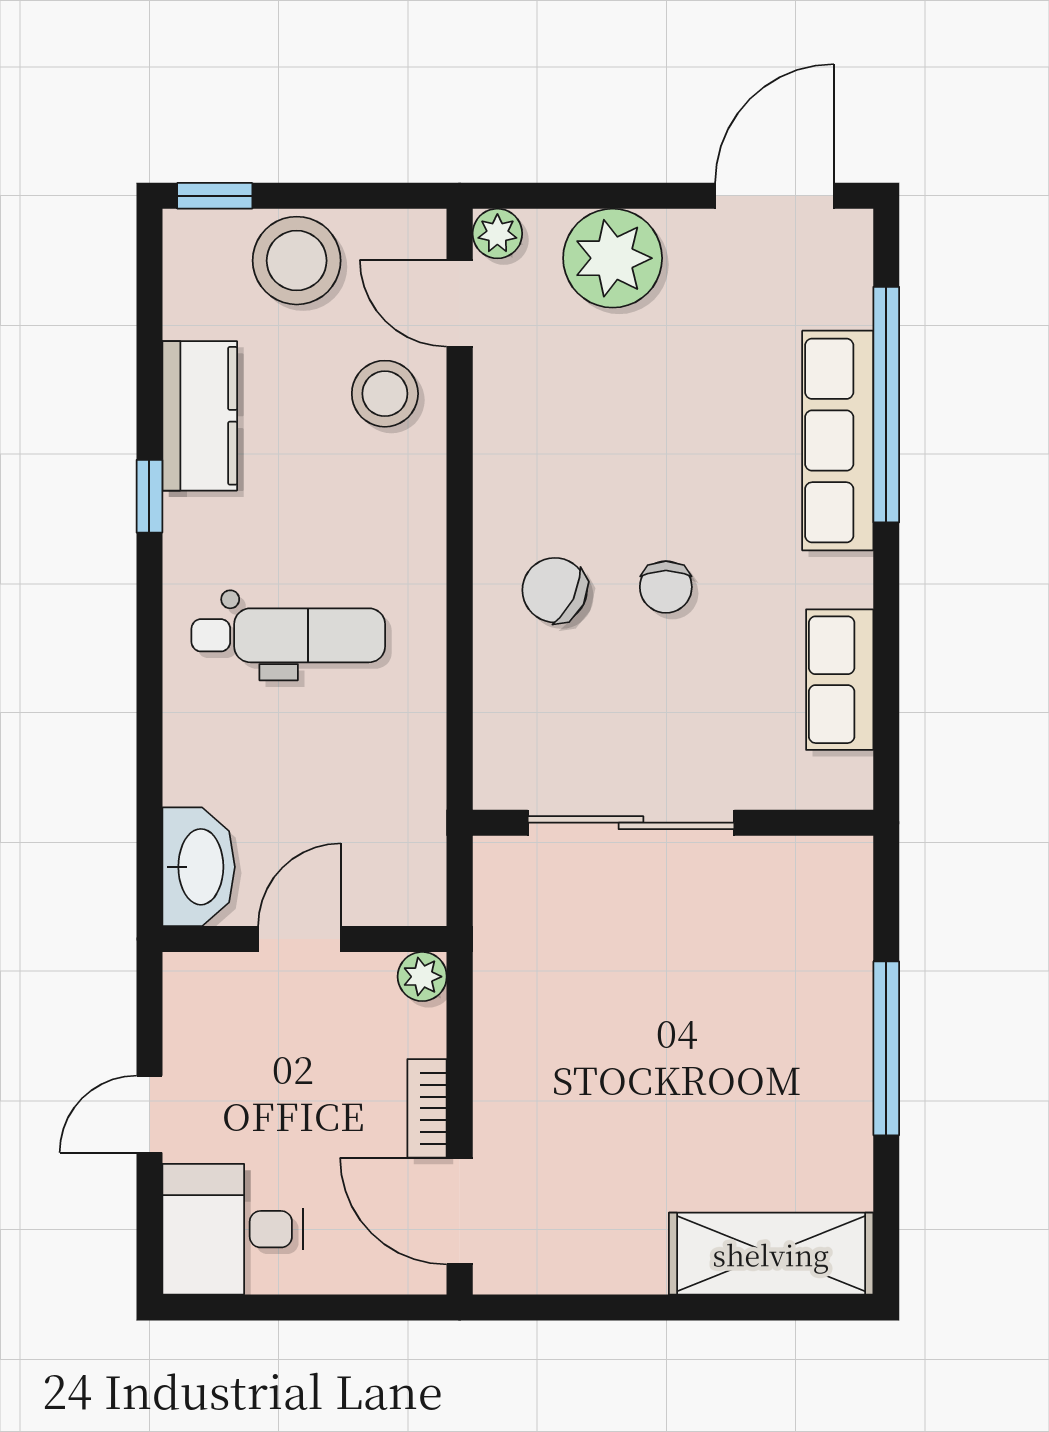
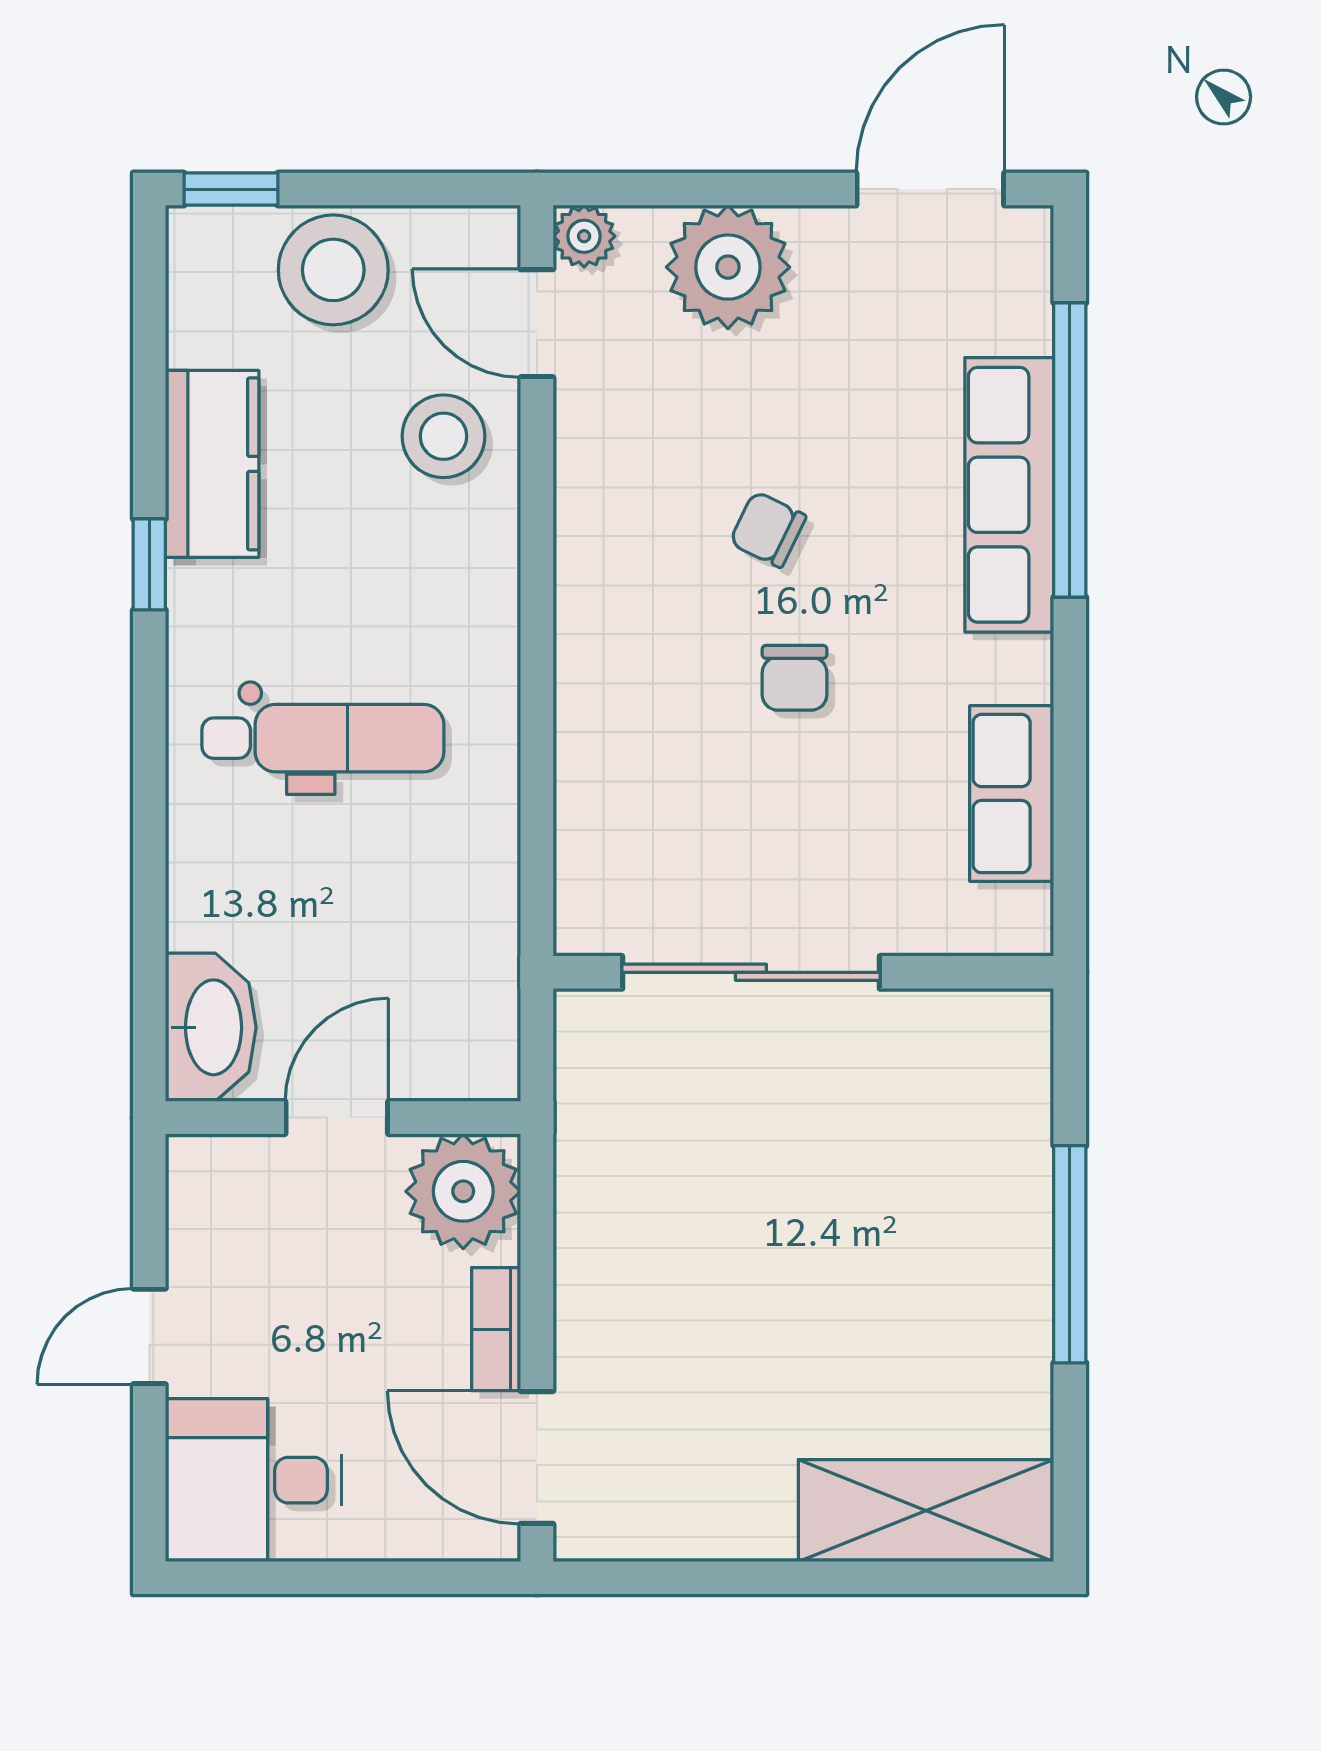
chair: (555, 590) -> (768, 529), moved, width x0.73, depth x0.73
plant: (422, 977) -> (463, 1191), width x1.88, depth x1.88

